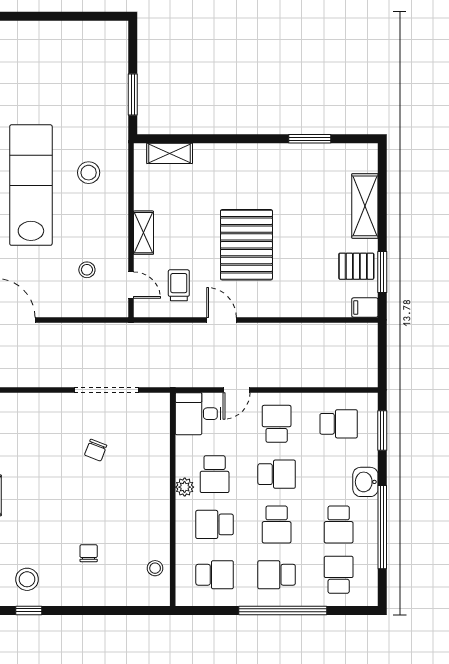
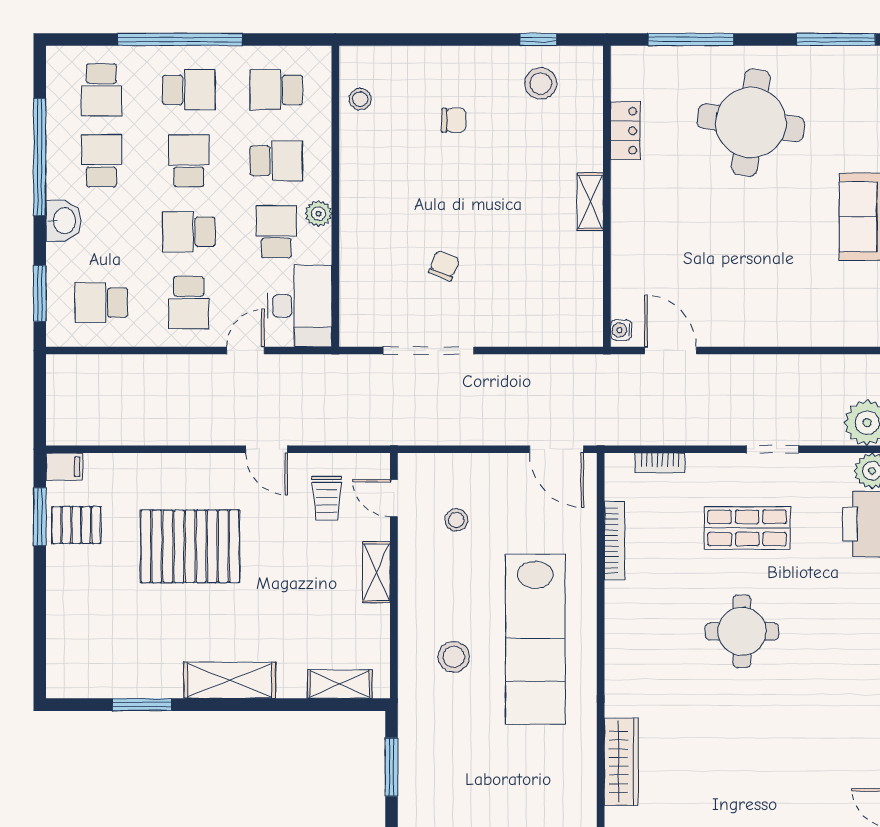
shelving: (365, 206) -> (230, 680), moved, turned 90
pallet: (246, 245) -> (190, 546), moved, turned 90
desk: (198, 414) -> (299, 306), width x1.37
chair: (89, 553) -> (454, 120), turned -90

